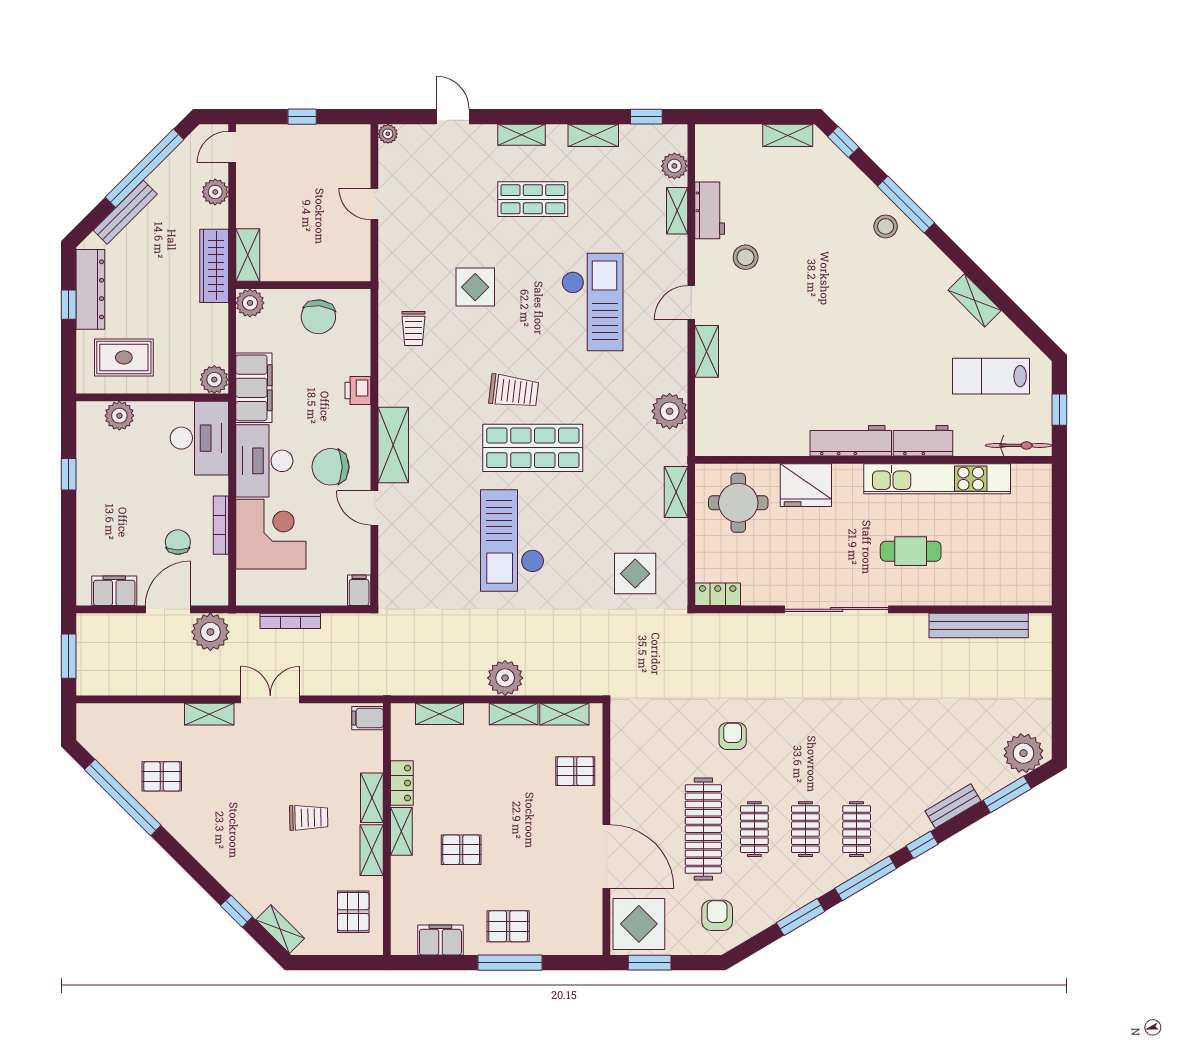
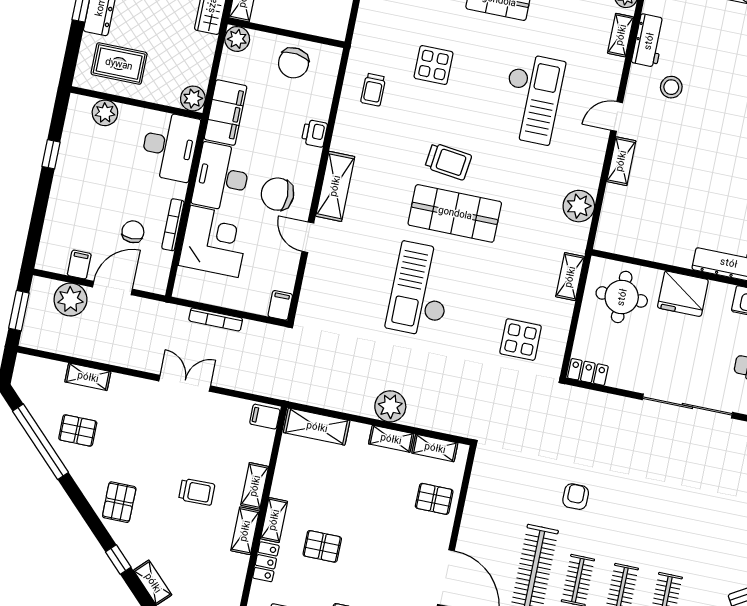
filing cabinet: (114, 591) -> (79, 264), width x0.50
plant: (210, 632) -> (70, 300), moved
shelving: (209, 714) -> (88, 377), moved
shelving: (439, 714) -> (317, 427), width x1.50, depth x1.33
locker: (402, 783) -> (266, 562), moved
pallet: (353, 912) -> (119, 502), moved

